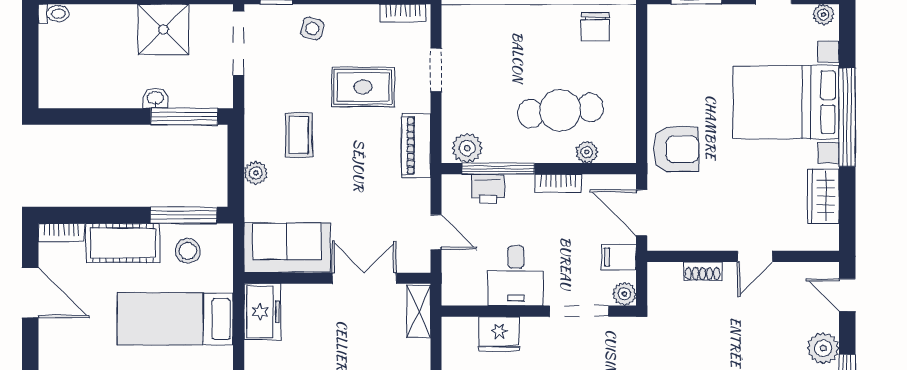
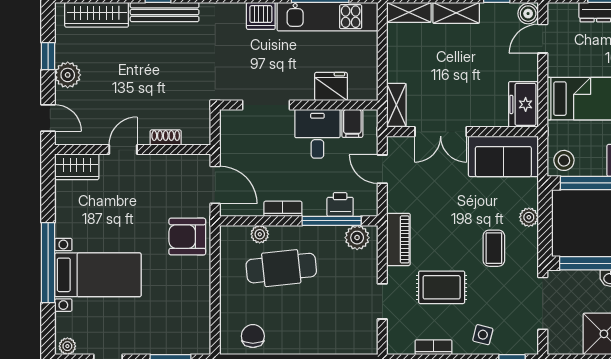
bookcase: (403, 13) -> (434, 347), moved
doorway: (239, 43) -> (543, 303), moved
bed with nightstands: (786, 102) -> (98, 275), width x0.73
wardrobe: (823, 196) -> (77, 167), moved, turned 90
stool: (188, 251) -> (564, 160), moved
filing cabinet: (619, 257) -> (352, 123), moved, turned 90
plant: (624, 294) -> (229, 119), removed

